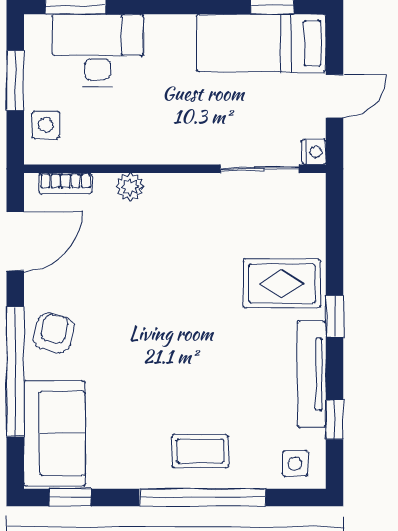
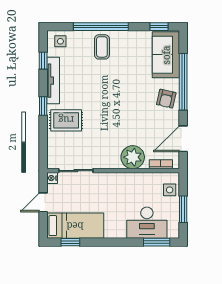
plant: (130, 187) -> (133, 157), width x1.88, depth x1.88
coffee table: (200, 451) -> (102, 47), turned 90

